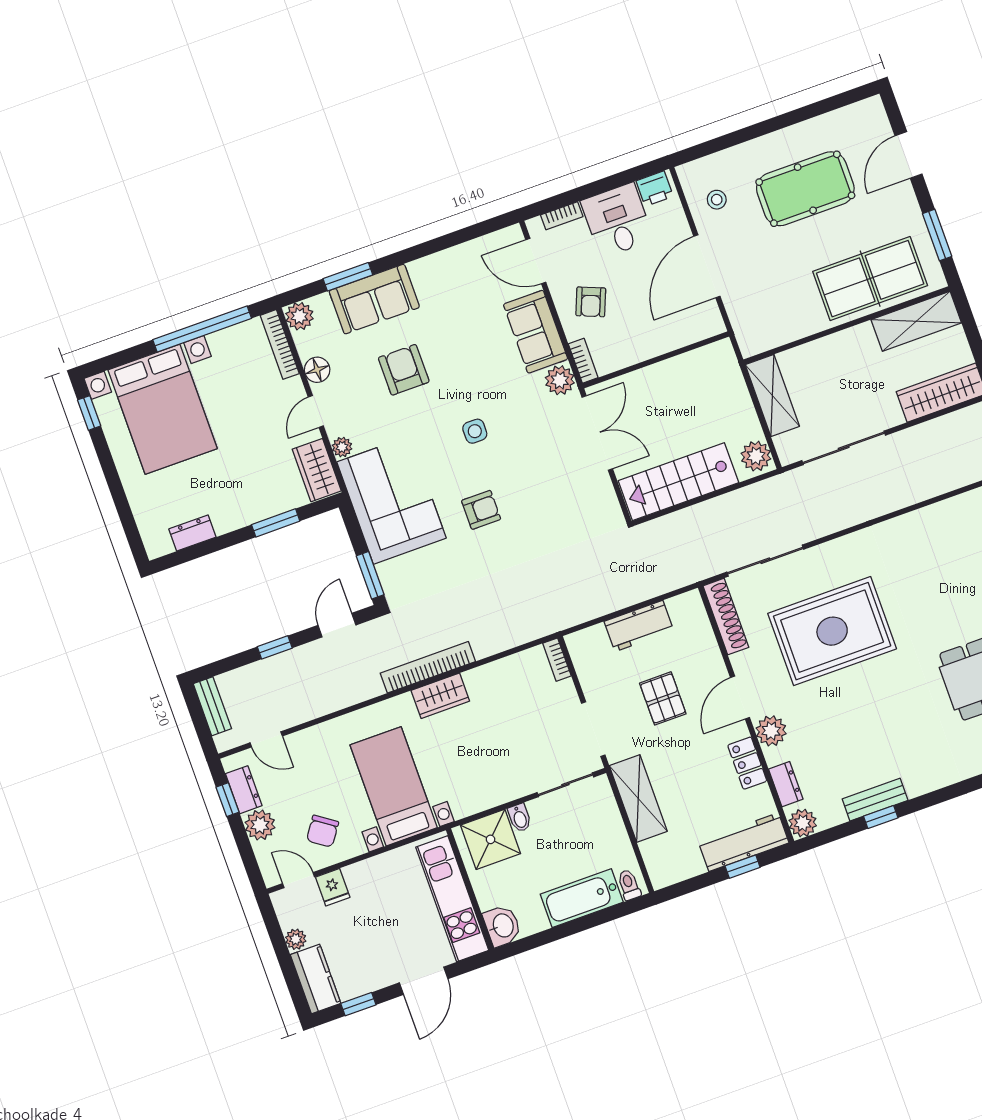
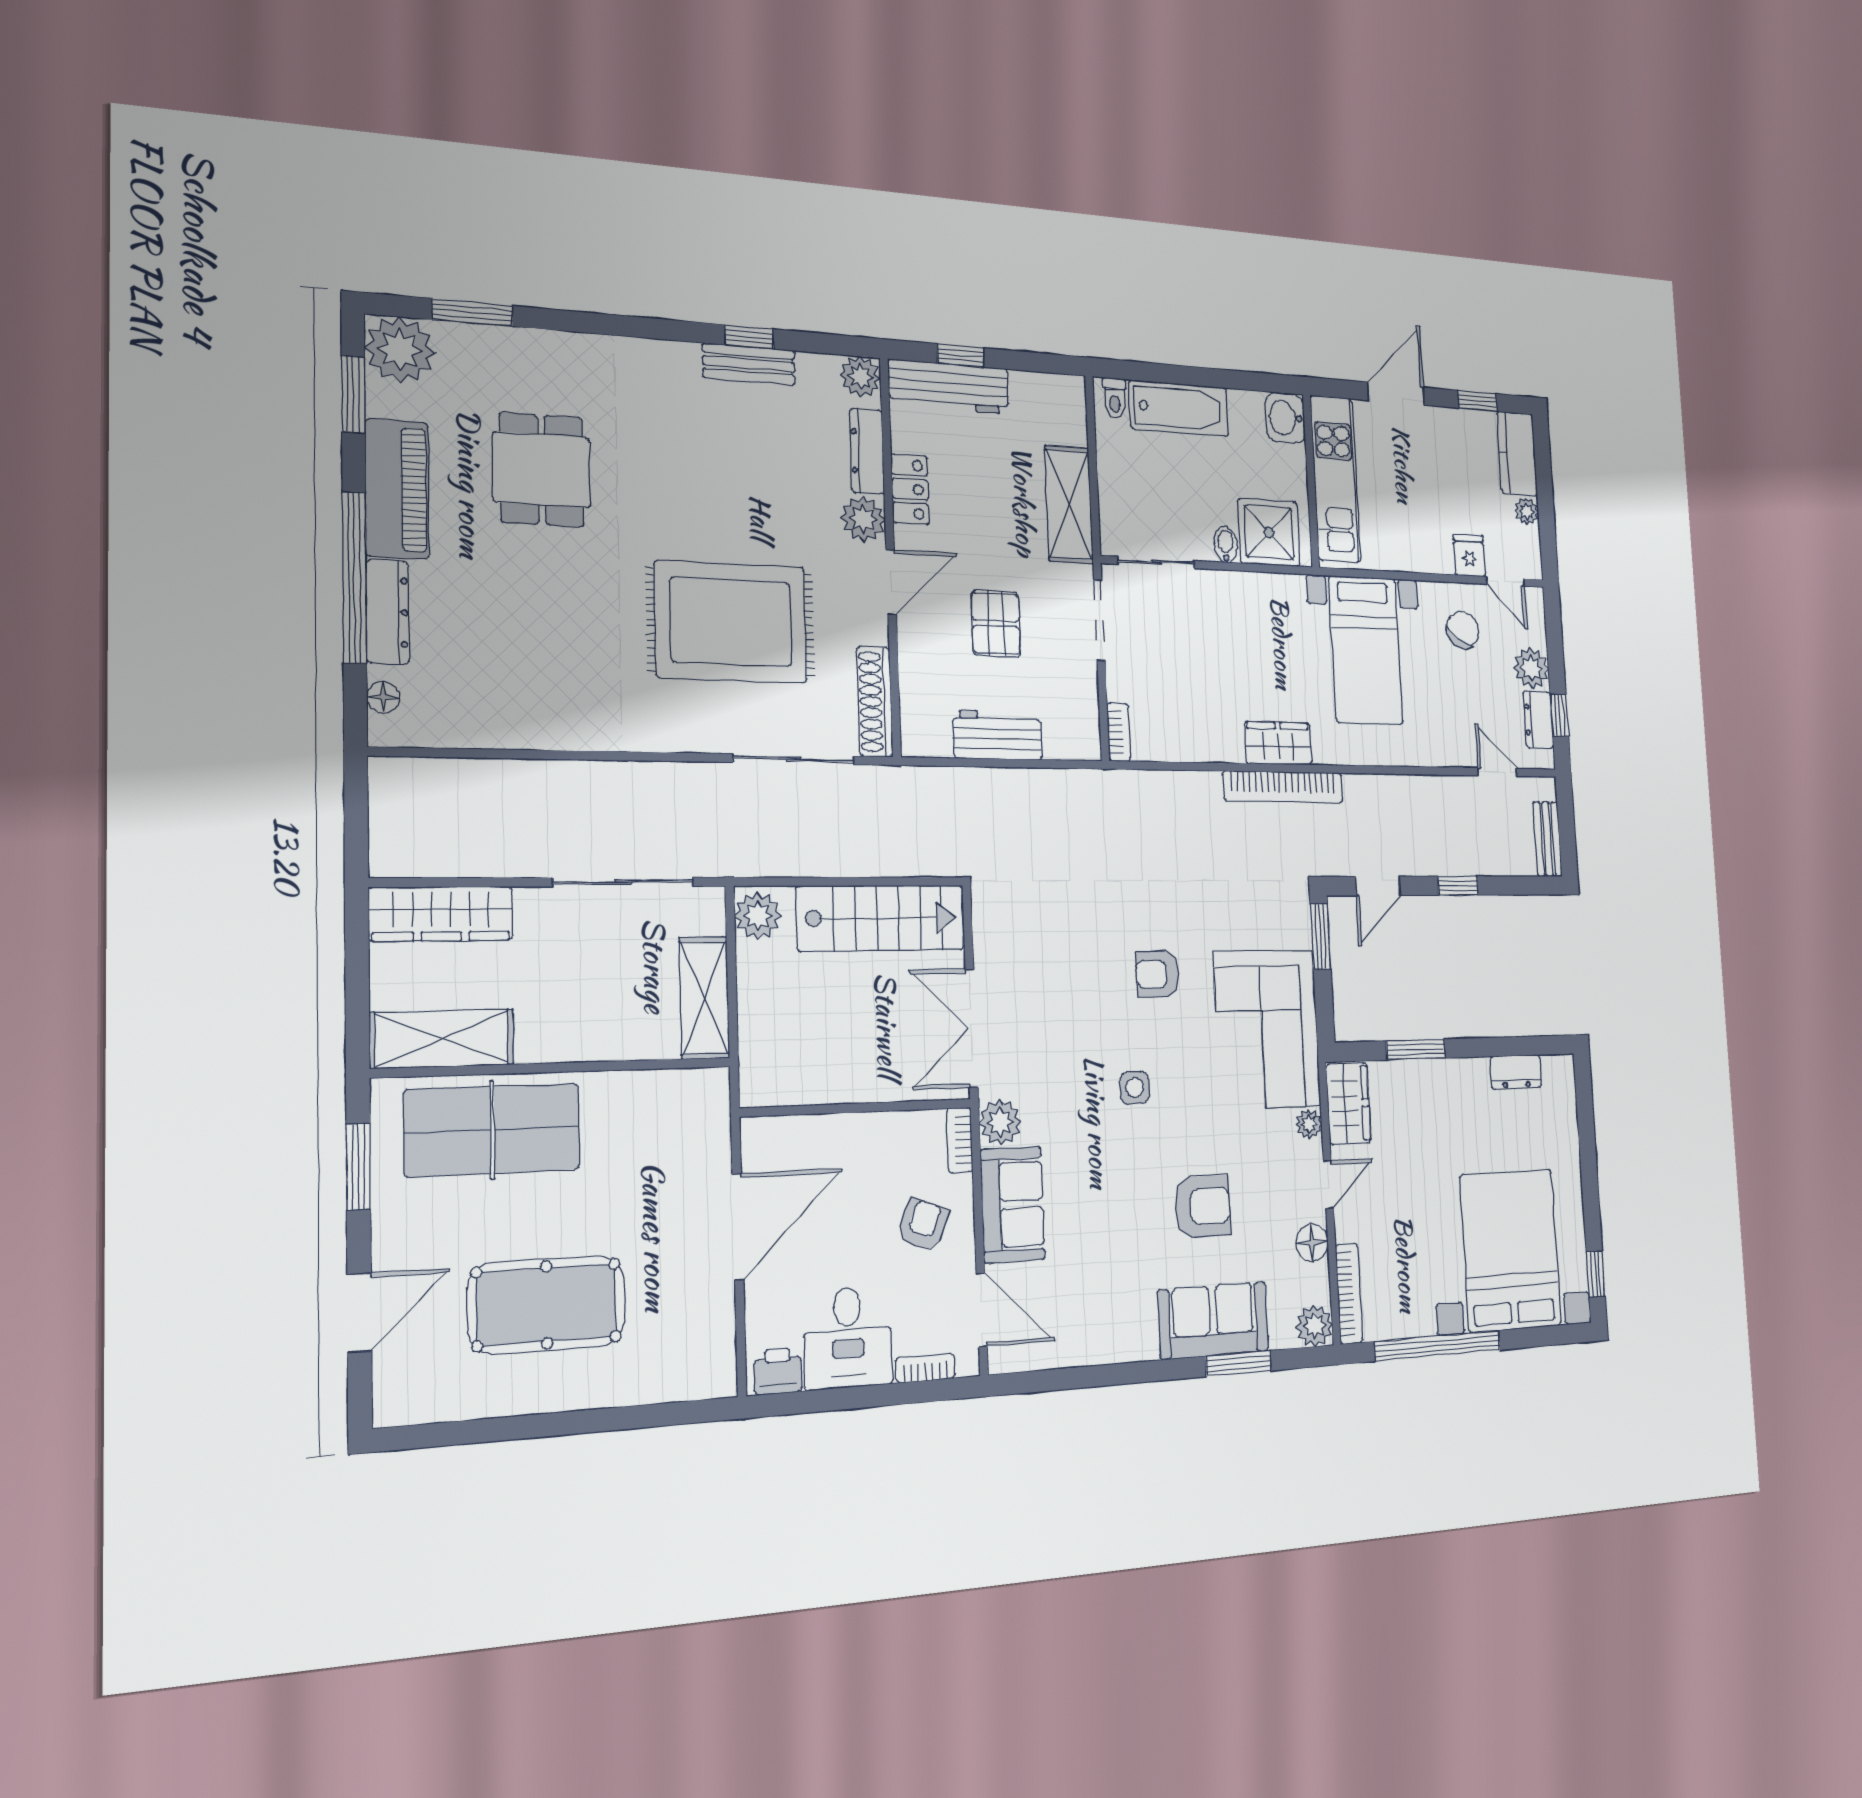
stool: (717, 200) -> (690, 1327), removed
armchair: (404, 370) -> (1203, 1206), turned -90
dresser: (786, 784) -> (867, 451), width x1.44

